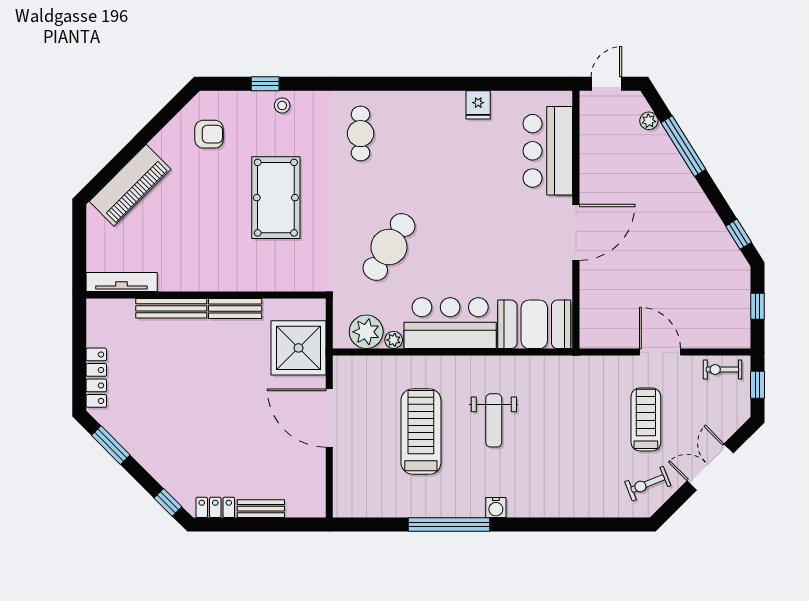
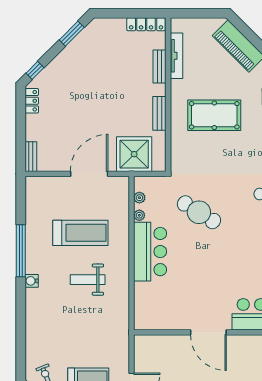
pool table: (276, 198) -> (214, 115), moved
tv unit: (122, 282) -> (177, 56), moved
bench: (171, 308) -> (160, 66), width x0.73
booth: (534, 324) -> (149, 306), removed
plant: (366, 332) -> (139, 198), width x0.53, depth x0.53
locker: (96, 378) -> (146, 24), moved
bench: (261, 509) -> (31, 157), moved

